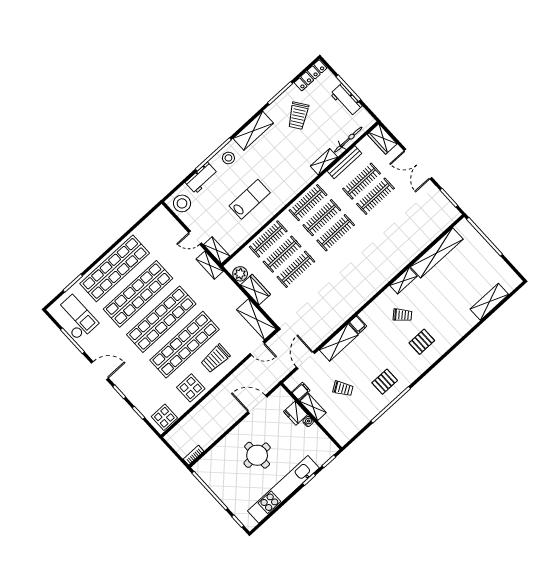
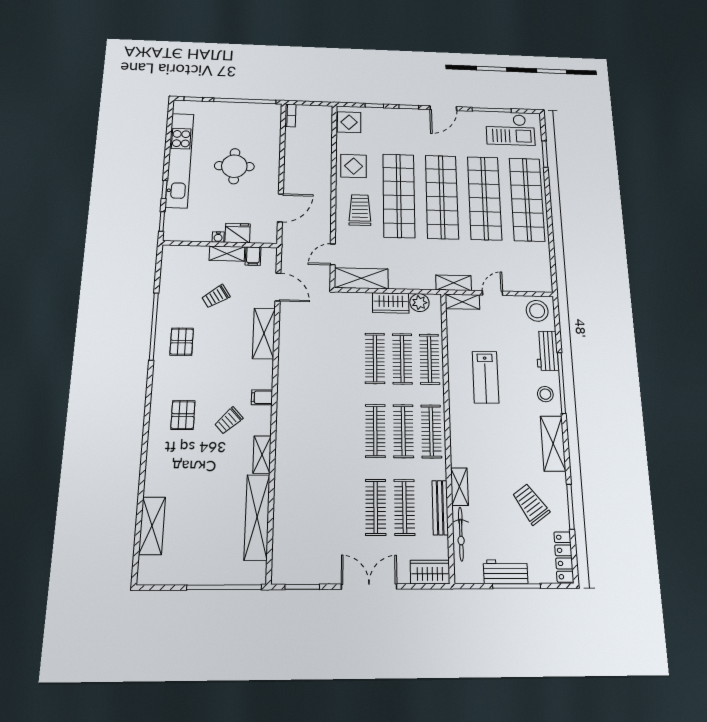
filing cabinet: (358, 325) -> (262, 397), moved

